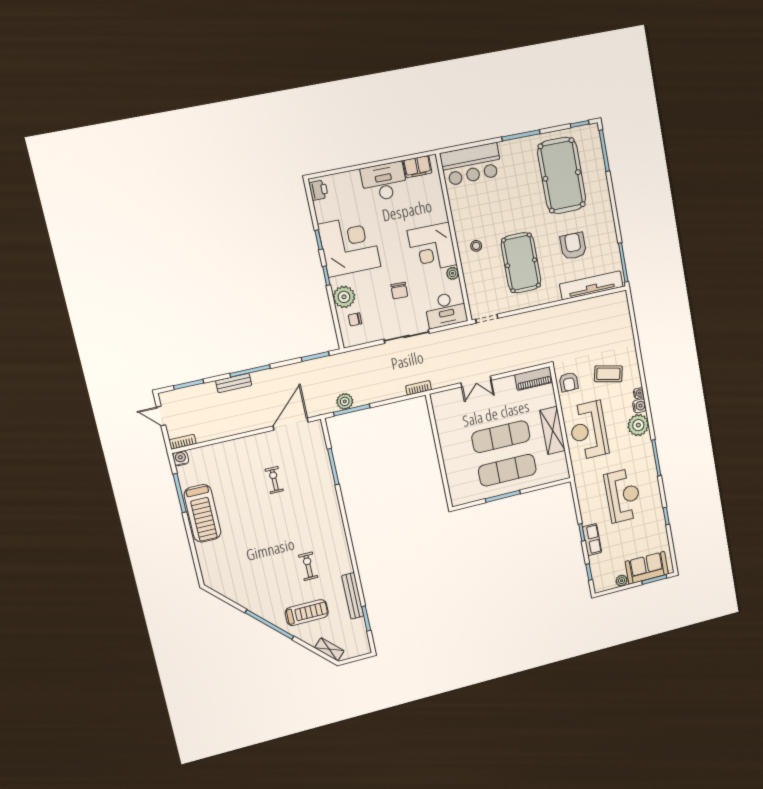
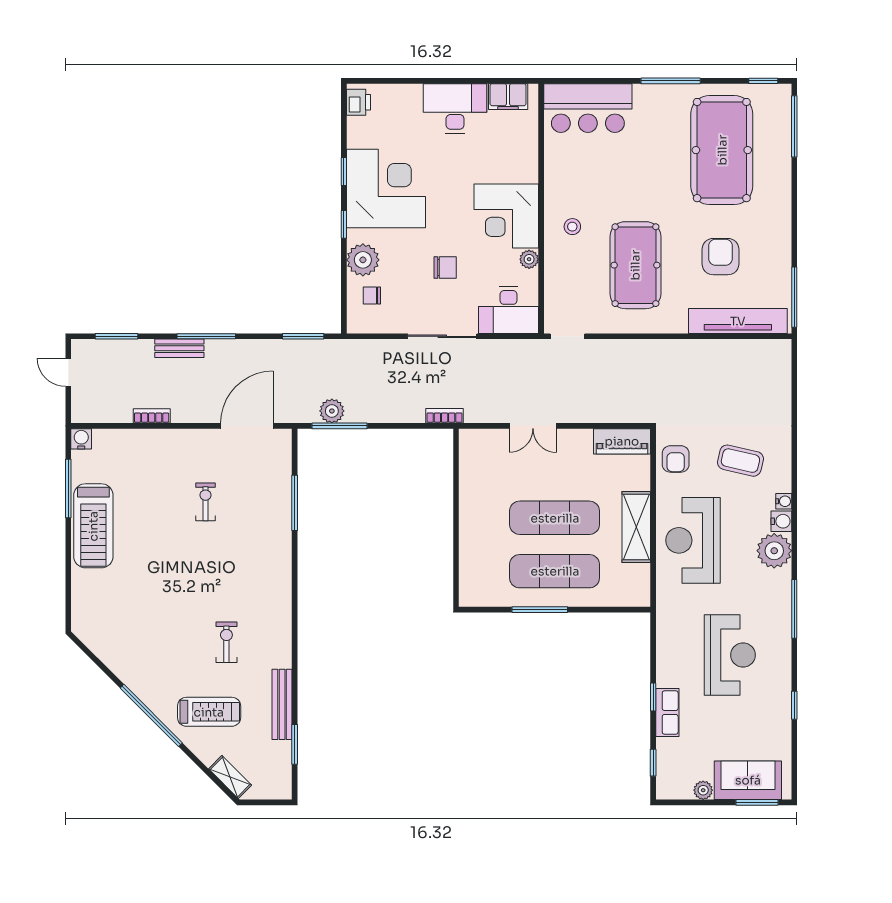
chair: (399, 290) -> (445, 268), turned -92
bookcase: (183, 442) -> (152, 416), moved

